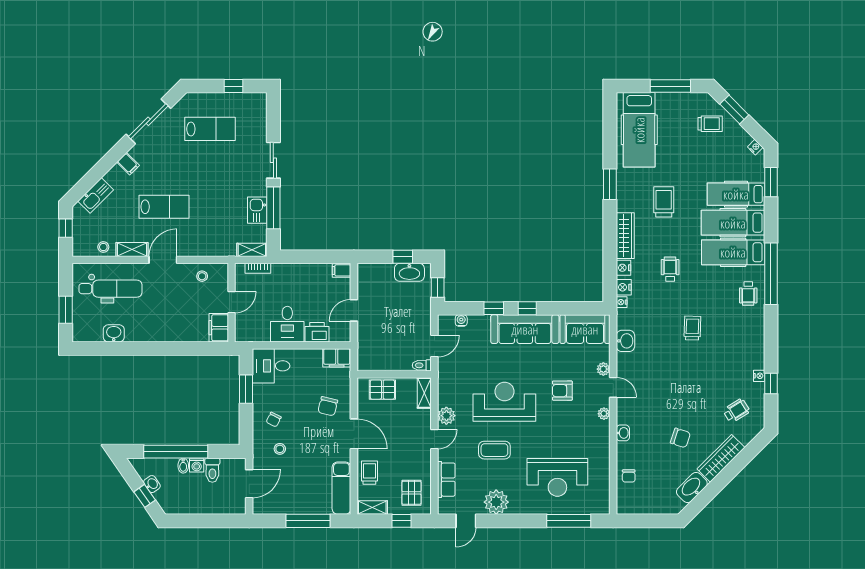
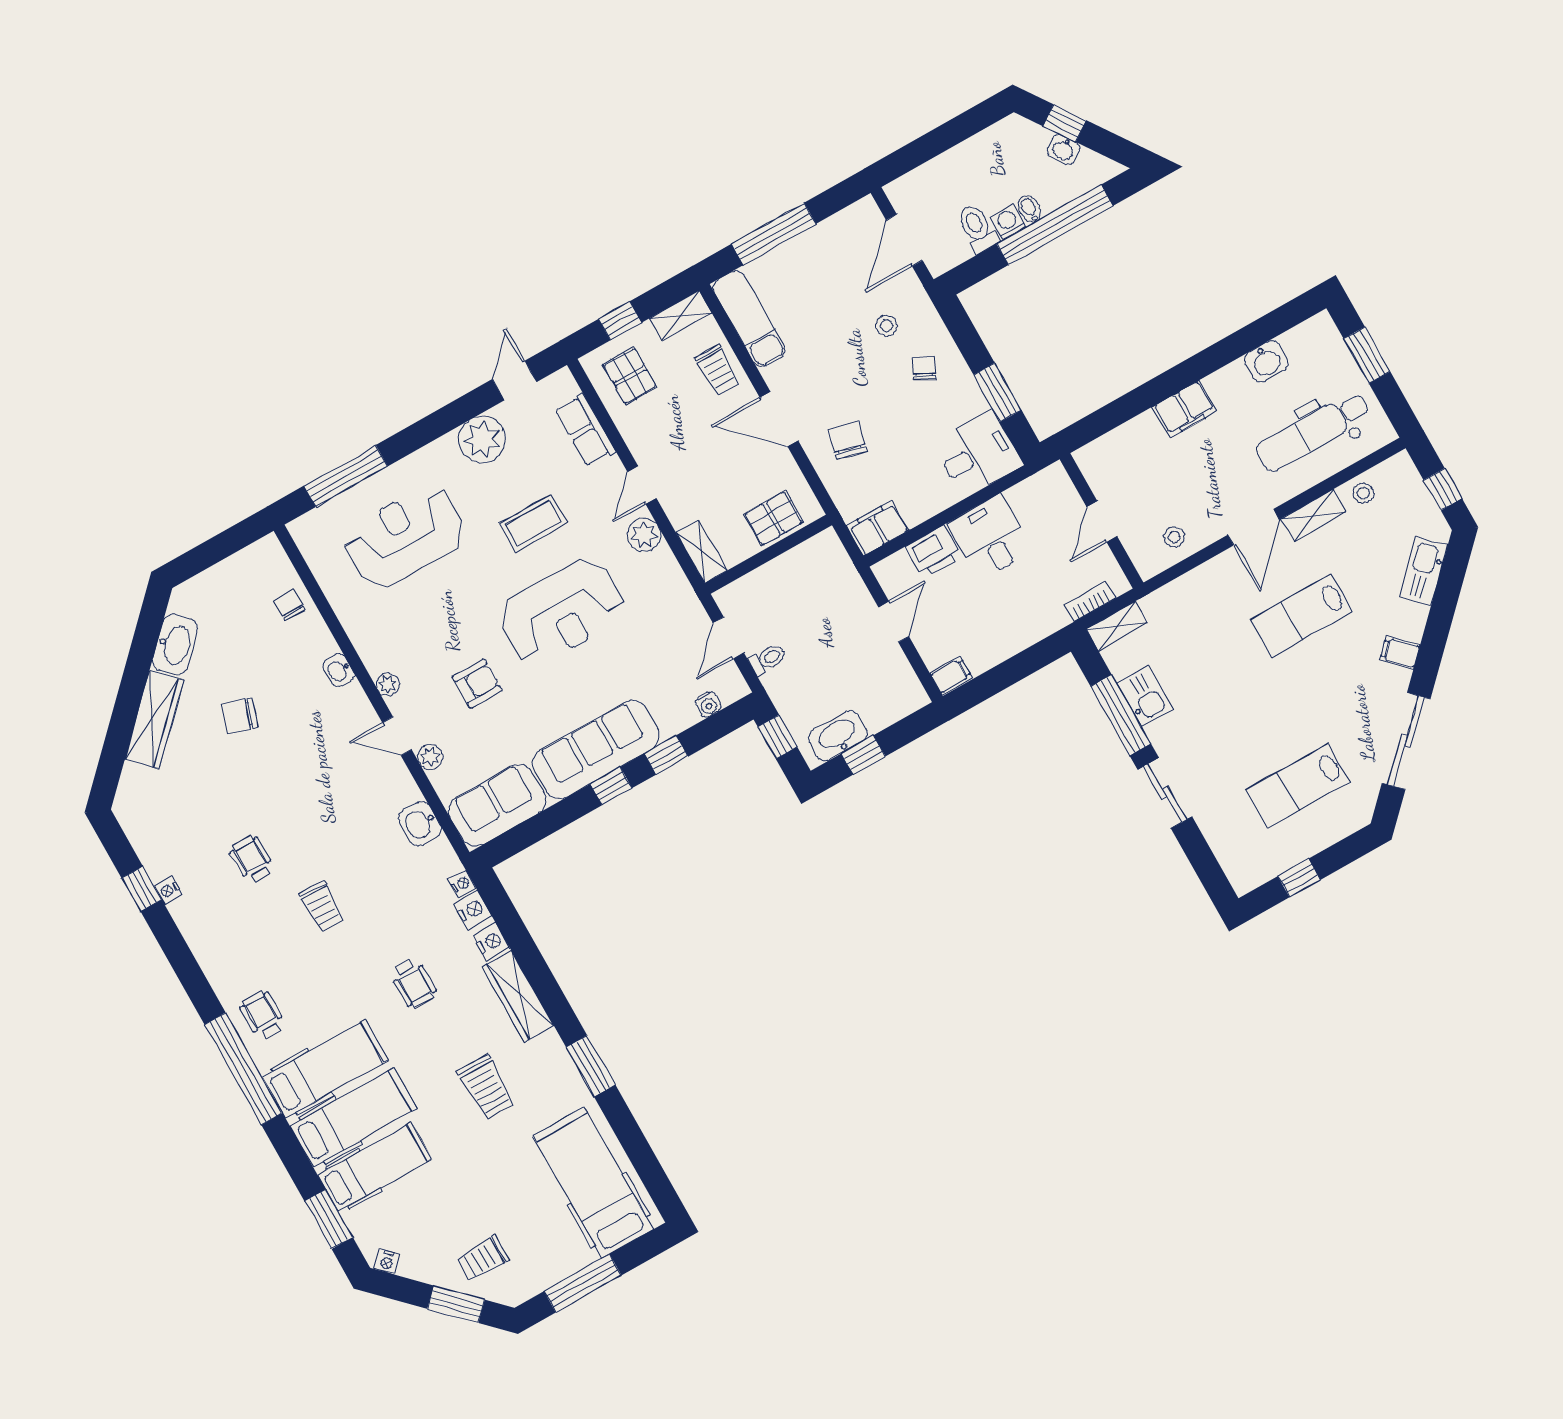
filing cabinet: (219, 328) -> (1185, 409), moved, turned 90
toilet: (422, 365) -> (768, 659), moved
wheelchair: (736, 411) -> (252, 860), moved, turned 122

